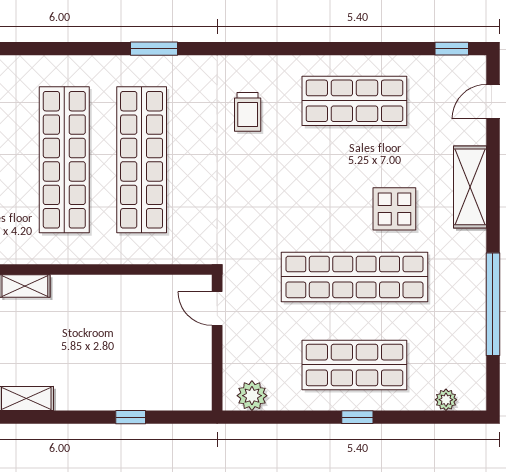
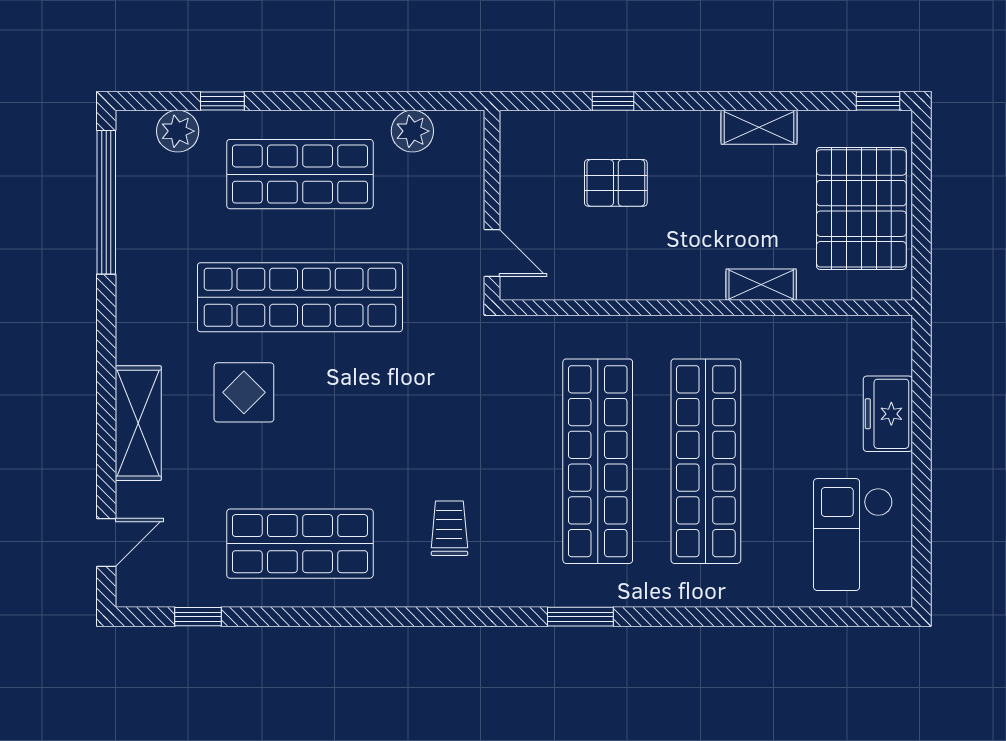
window: (452, 49) -> (198, 617), moved
window: (493, 304) -> (106, 202), moved
pallet: (129, 359) -> (616, 183), added
plant: (252, 396) -> (412, 131), moved
plant: (446, 400) -> (178, 131), width x1.38, depth x1.38
window: (357, 417) -> (222, 101), moved

